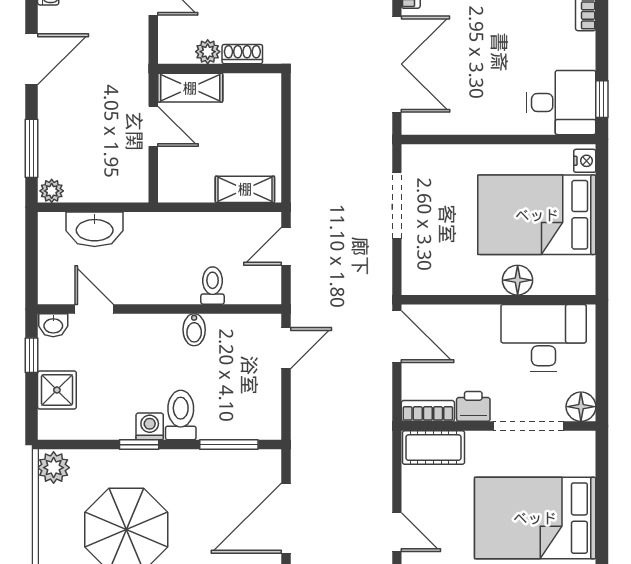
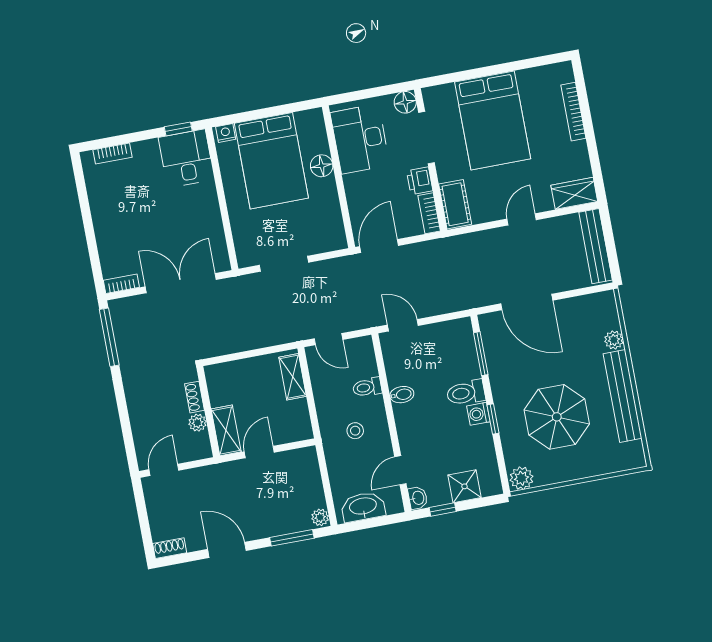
washbasin: (95, 229) -> (363, 507), moved, turned -90
stool: (158, 259) -> (355, 431), added

